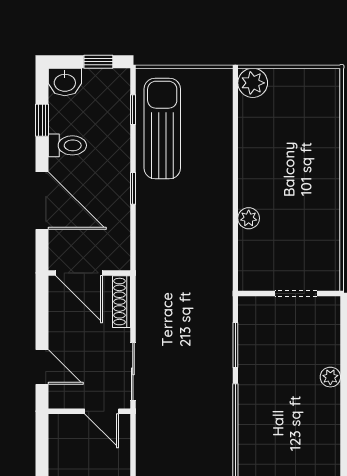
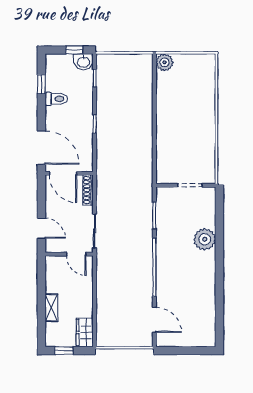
washbasin: (65, 82) -> (83, 62), moved
sun lounger: (162, 128) -> (112, 89), removed
door: (42, 201) -> (41, 148), moved
plant: (249, 218) -> (162, 141), removed
plant: (330, 377) -> (205, 239), width x1.87, depth x1.87

